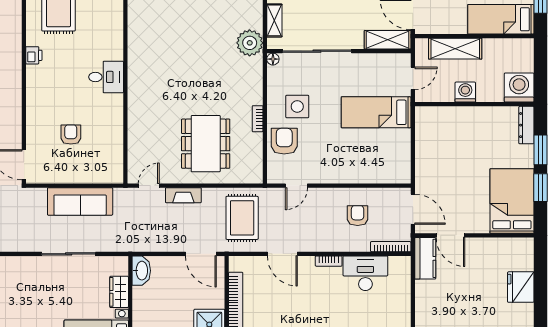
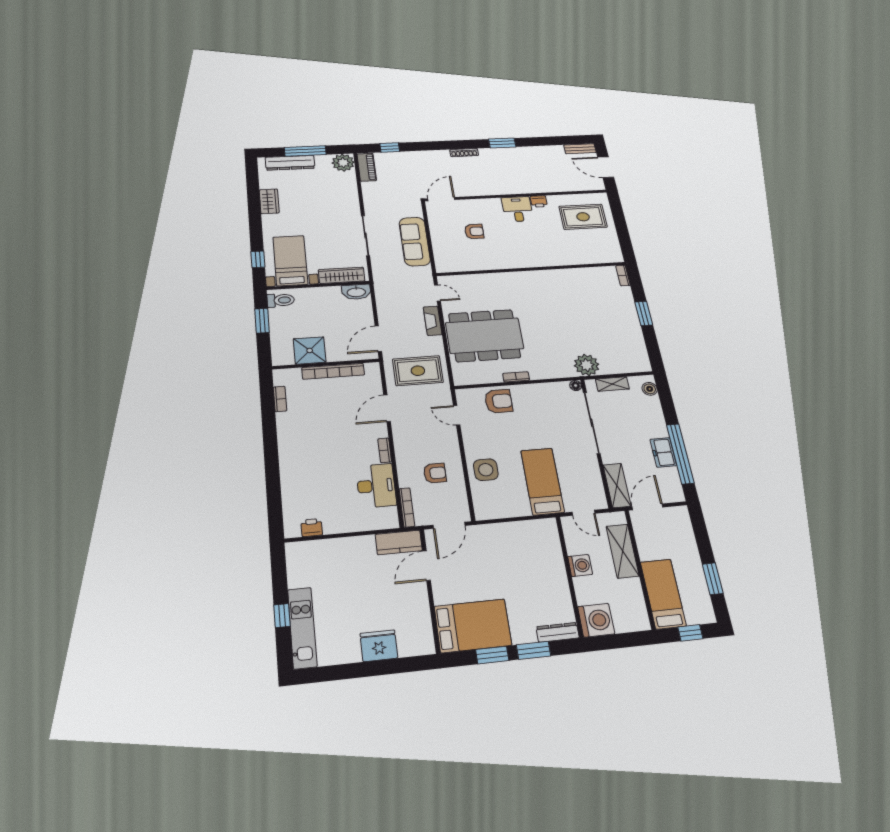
desk: (106, 77) -> (517, 209), moved, turned 180
side table: (297, 106) -> (486, 470), moved
dining table: (206, 144) -> (484, 336), width x1.36, depth x1.24
wardrobe: (119, 292) -> (342, 275), width x1.50

